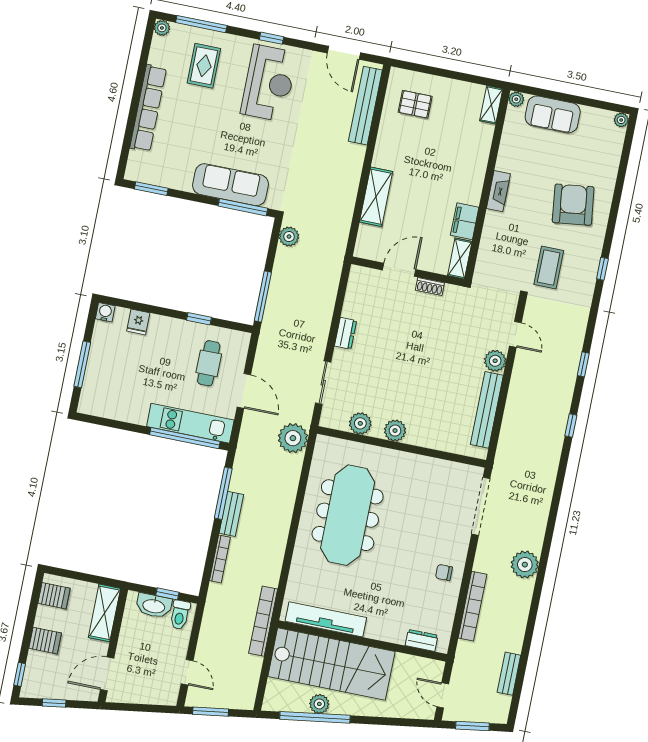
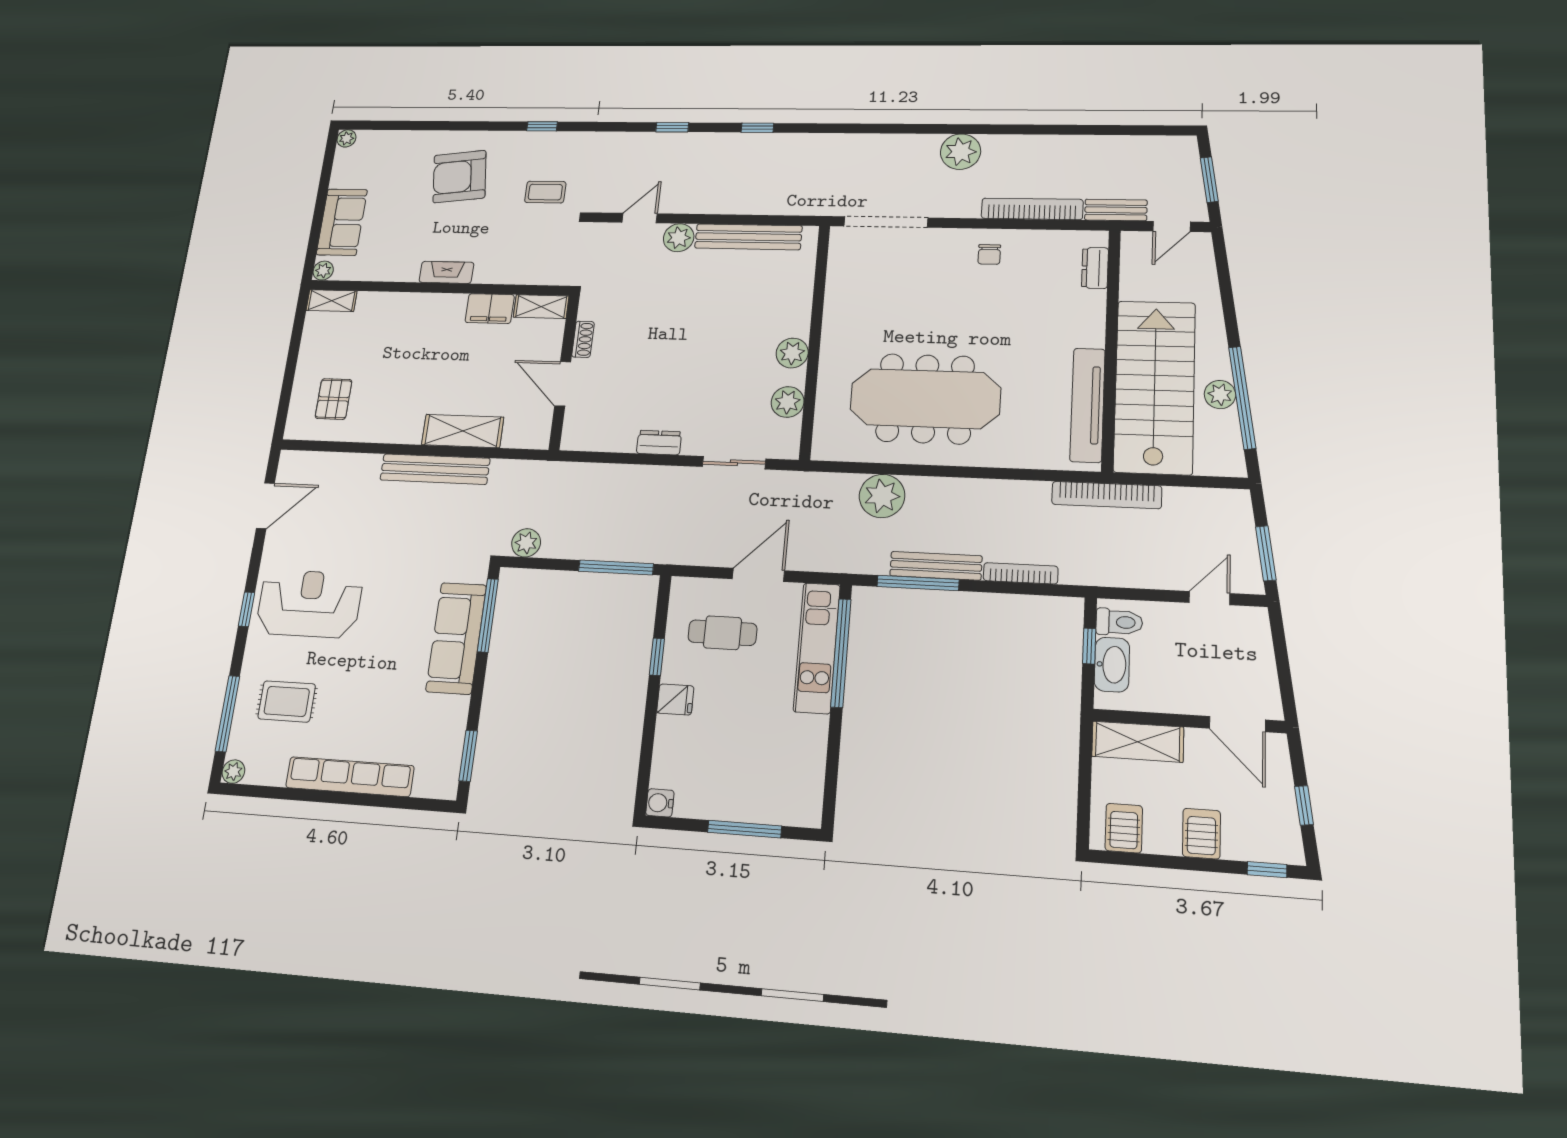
bench: (365, 106) -> (435, 469), moved
coffee table: (549, 268) -> (545, 192), width x0.73, depth x0.77
fridge: (138, 322) -> (675, 700), moved
plant: (293, 438) -> (882, 496), moved
bench: (231, 514) -> (936, 566), width x1.36
bench: (509, 674) -> (1116, 210), moved

